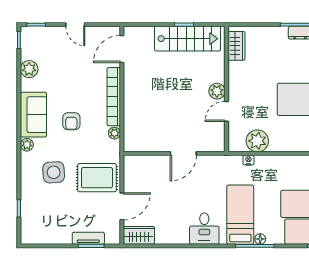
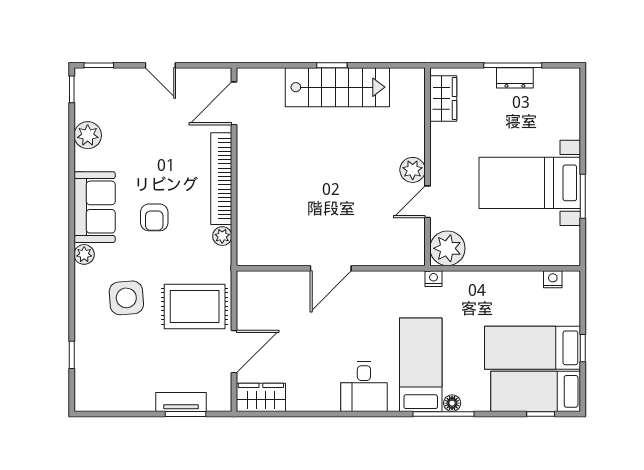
wardrobe: (236, 46) -> (443, 99), moved
wall: (227, 89) -> (428, 167), moved
plant: (217, 91) -> (413, 170), moved
door: (227, 111) -> (428, 202), moved

